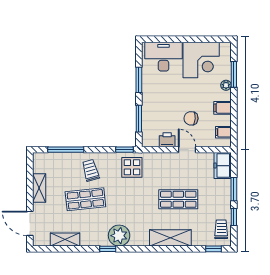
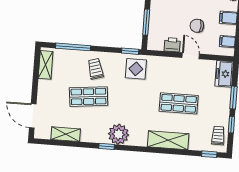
shelving: (39, 188) -> (46, 65), moved

